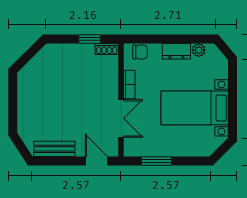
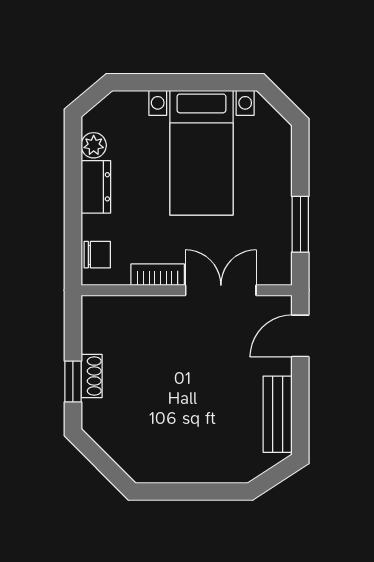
window: (90, 39) -> (73, 381), moved
shoe rack: (107, 49) -> (92, 376), moved
chair: (140, 52) -> (97, 255), turned 90

